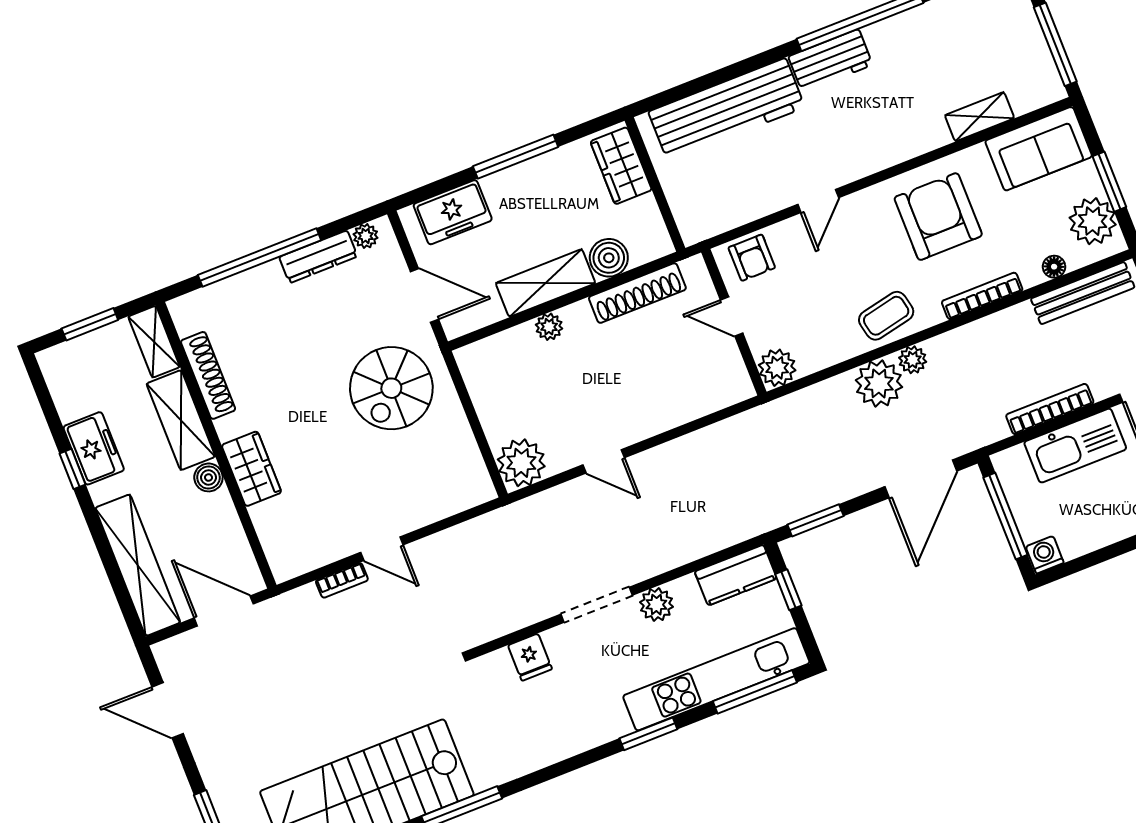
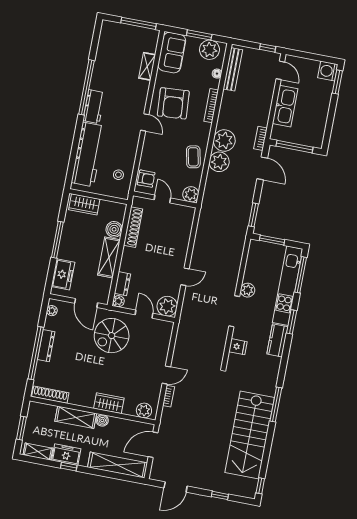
stool: (724, 197) -> (118, 175), added
door: (818, 201) -> (145, 122), moved
armchair: (938, 217) -> (173, 103), turned -94
dresser: (318, 257) -> (46, 346), moved
door: (424, 295) -> (86, 303), swing flipped
coffee table: (886, 316) -> (193, 157), moved
door: (732, 317) -> (162, 199), swing flipped
plant: (549, 327) -> (118, 301), moved
shelving: (154, 342) -> (38, 452), moved
dresser: (510, 344) -> (122, 284), added
plant: (913, 360) -> (224, 141), width x1.87, depth x1.87
shoe rack: (208, 375) -> (50, 395), moved
spiral stairs: (391, 388) -> (112, 336), turned 90
bookcase: (1050, 409) -> (260, 138), moved, width x0.64
door: (476, 426) -> (144, 314), added
door: (921, 479) -> (262, 168), width x0.73
plant: (282, 549) -> (144, 410), added
washing machine: (1045, 555) -> (317, 141), removed
kitchen counter: (736, 575) -> (277, 340), moved, turned 180
window: (788, 590) -> (272, 240), width x1.50

